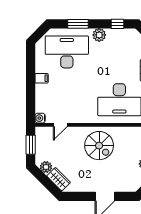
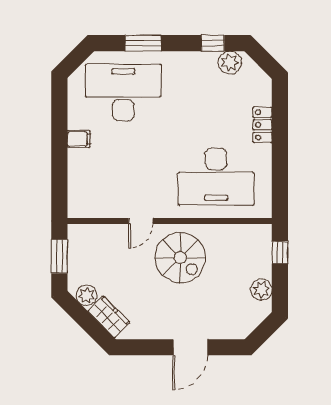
plant: (99, 35) -> (230, 63), moved
water cooler: (40, 118) -> (76, 209), removed
door: (60, 125) -> (141, 221), moved

